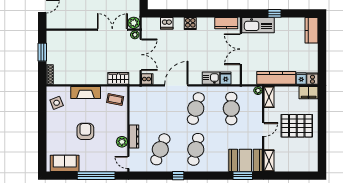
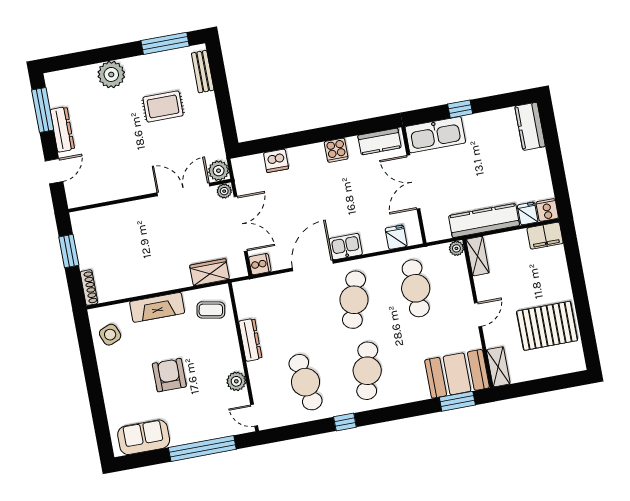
cooker: (190, 24) -> (336, 150), moved
kitchen sink: (211, 78) -> (346, 247), moved
pallet: (297, 126) -> (547, 326), moved
dresser: (134, 137) -> (250, 340), moved
cafe table: (160, 149) -> (306, 382), turned -30

